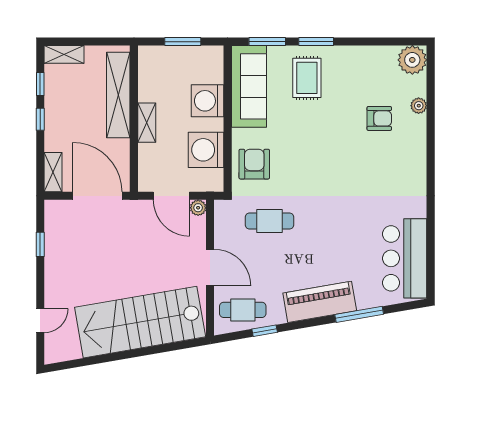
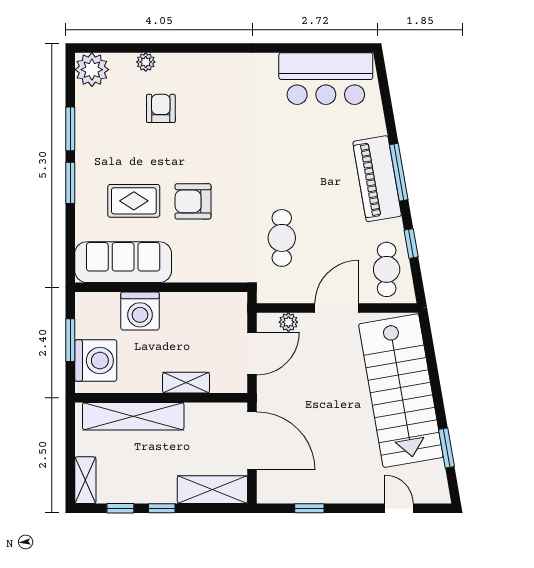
window: (267, 42) -> (70, 129), moved
rug: (307, 78) -> (134, 201), moved
shelving: (147, 123) -> (186, 383), moved
washing machine: (206, 150) -> (96, 361), moved, turned -90
armchair: (254, 164) -> (193, 201), moved
shelving: (53, 172) -> (212, 490), width x1.50, depth x1.33
door: (97, 196) -> (252, 441), swing flipped
plant: (198, 208) -> (288, 322), moved
window: (359, 314) -> (399, 172), moved
window: (91, 361) -> (446, 448), added

